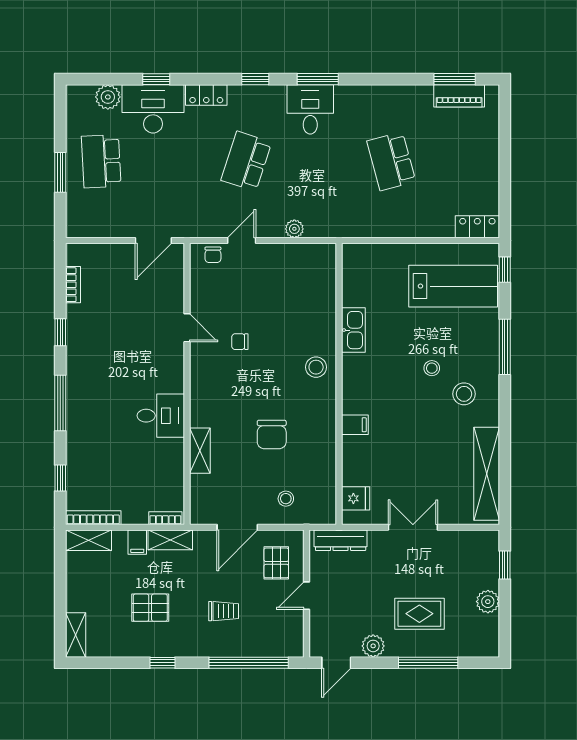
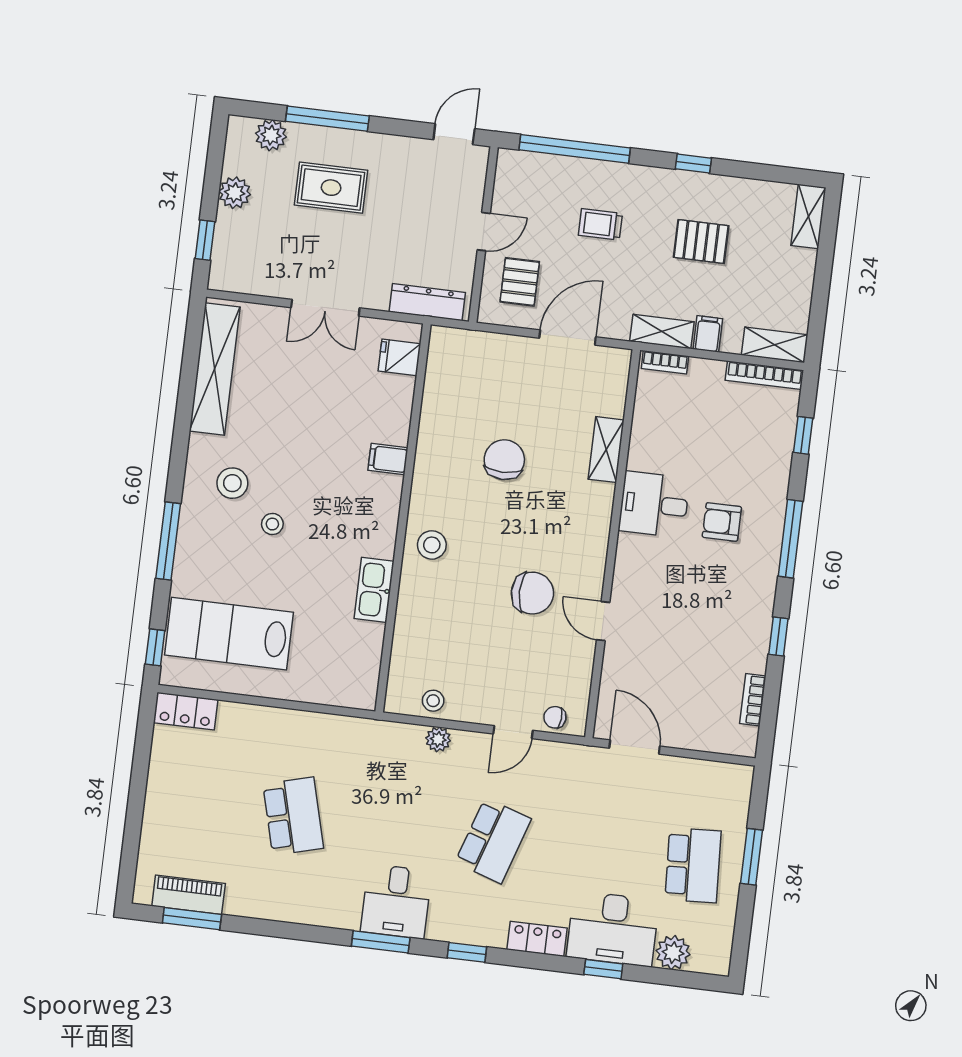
door: (153, 241) -> (635, 747), hinge flipped
chair: (213, 255) -> (555, 717), turned -85
chair: (240, 342) -> (532, 593), width x1.87, depth x1.87
armchair: (111, 409) -> (722, 522), added
stool: (286, 499) -> (433, 701), moved
plant: (373, 646) -> (271, 135), moved

